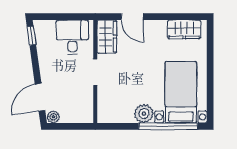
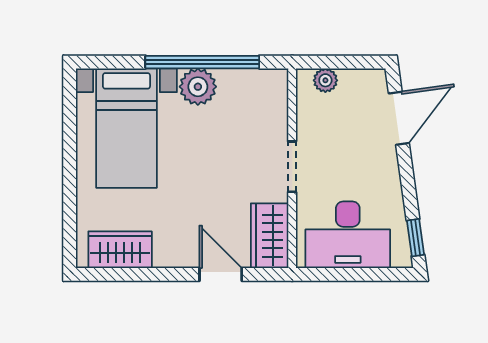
desk: (72, 37) -> (348, 235), width x1.37
plant: (53, 117) -> (325, 80), moved
window: (168, 126) -> (202, 62), moved

